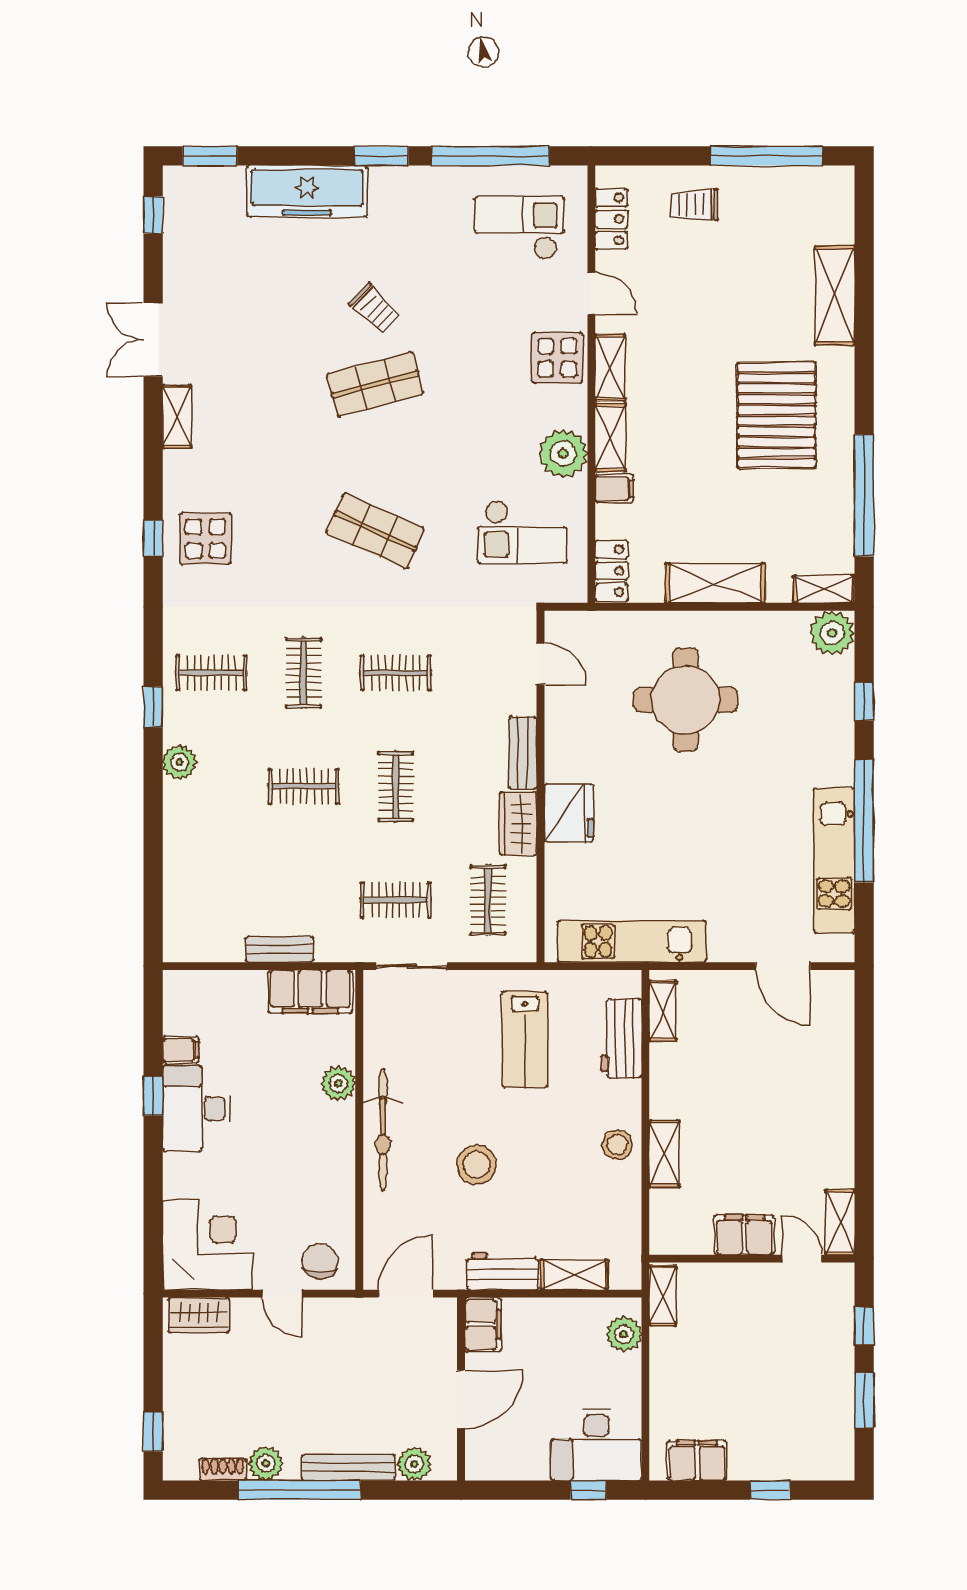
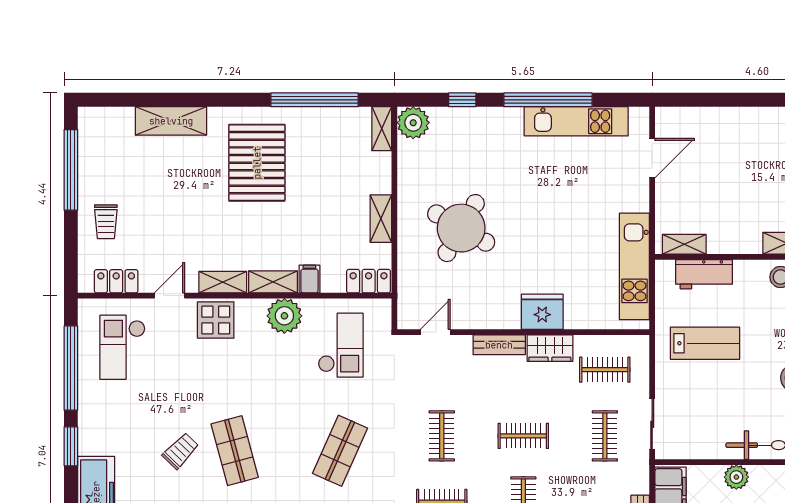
pallet: (776, 415) -> (257, 163), turned 90
shelving: (715, 583) -> (381, 219), width x0.67, depth x0.75
round table: (685, 700) -> (461, 228), turned 30

